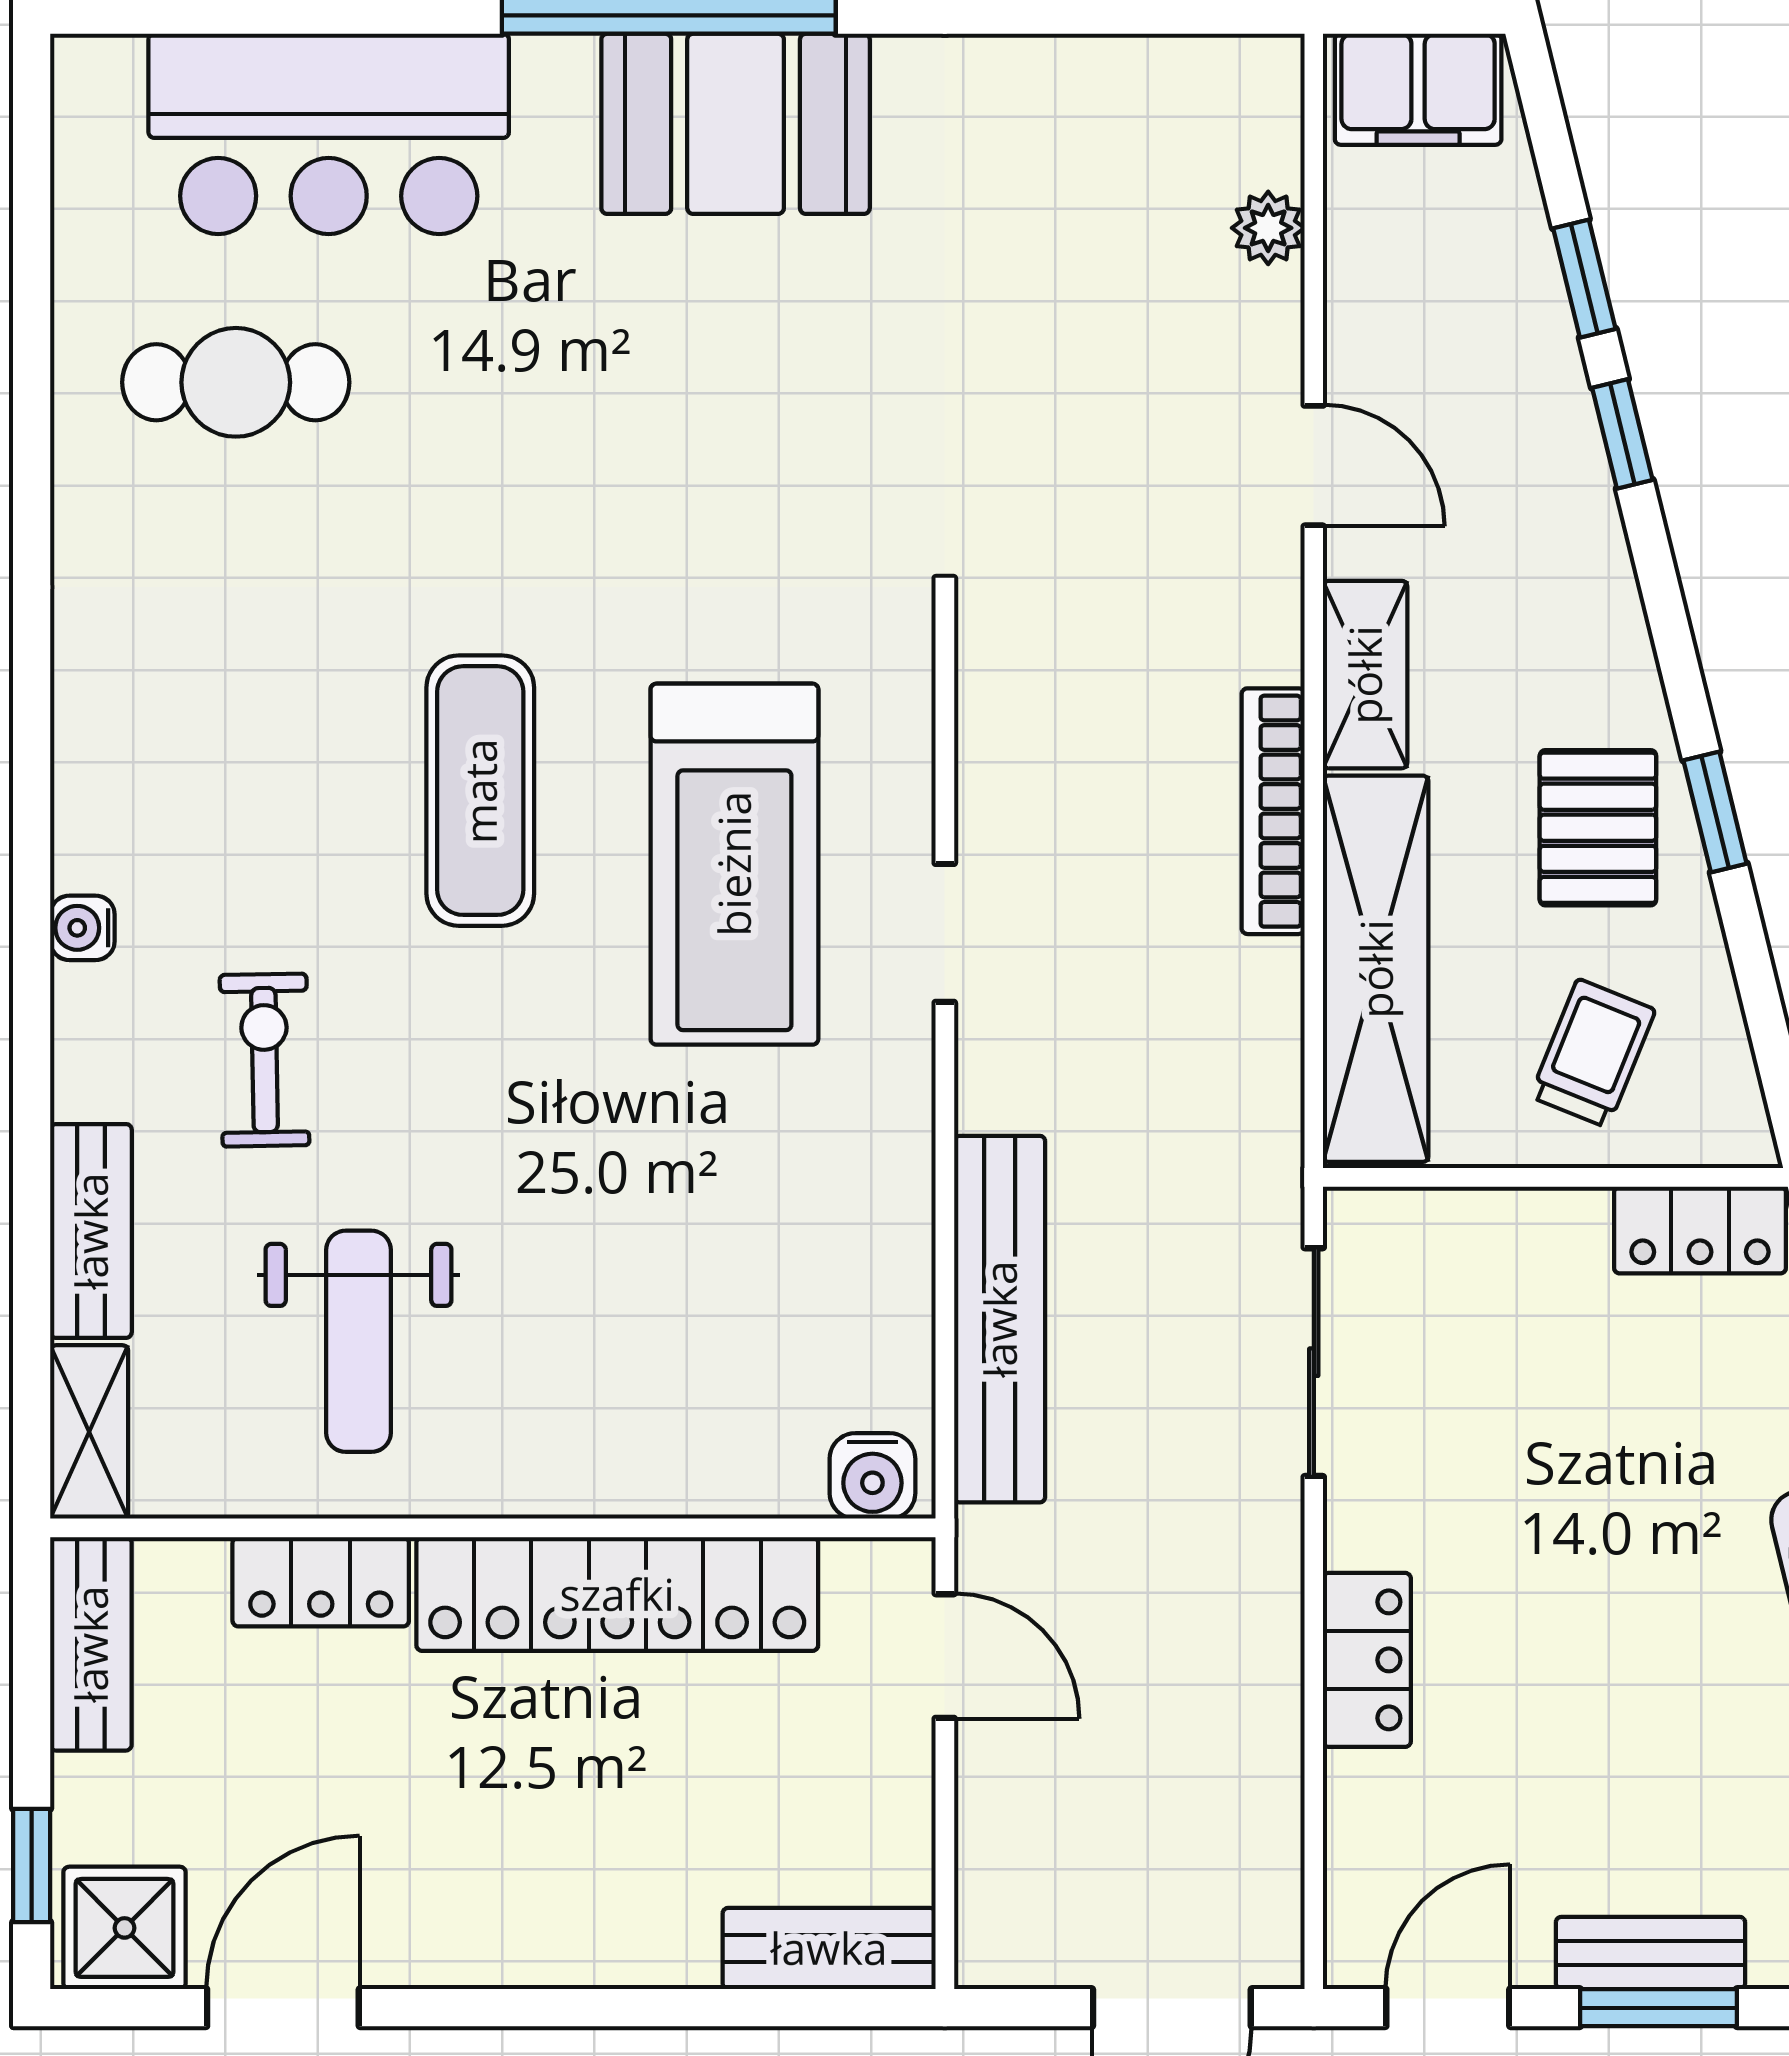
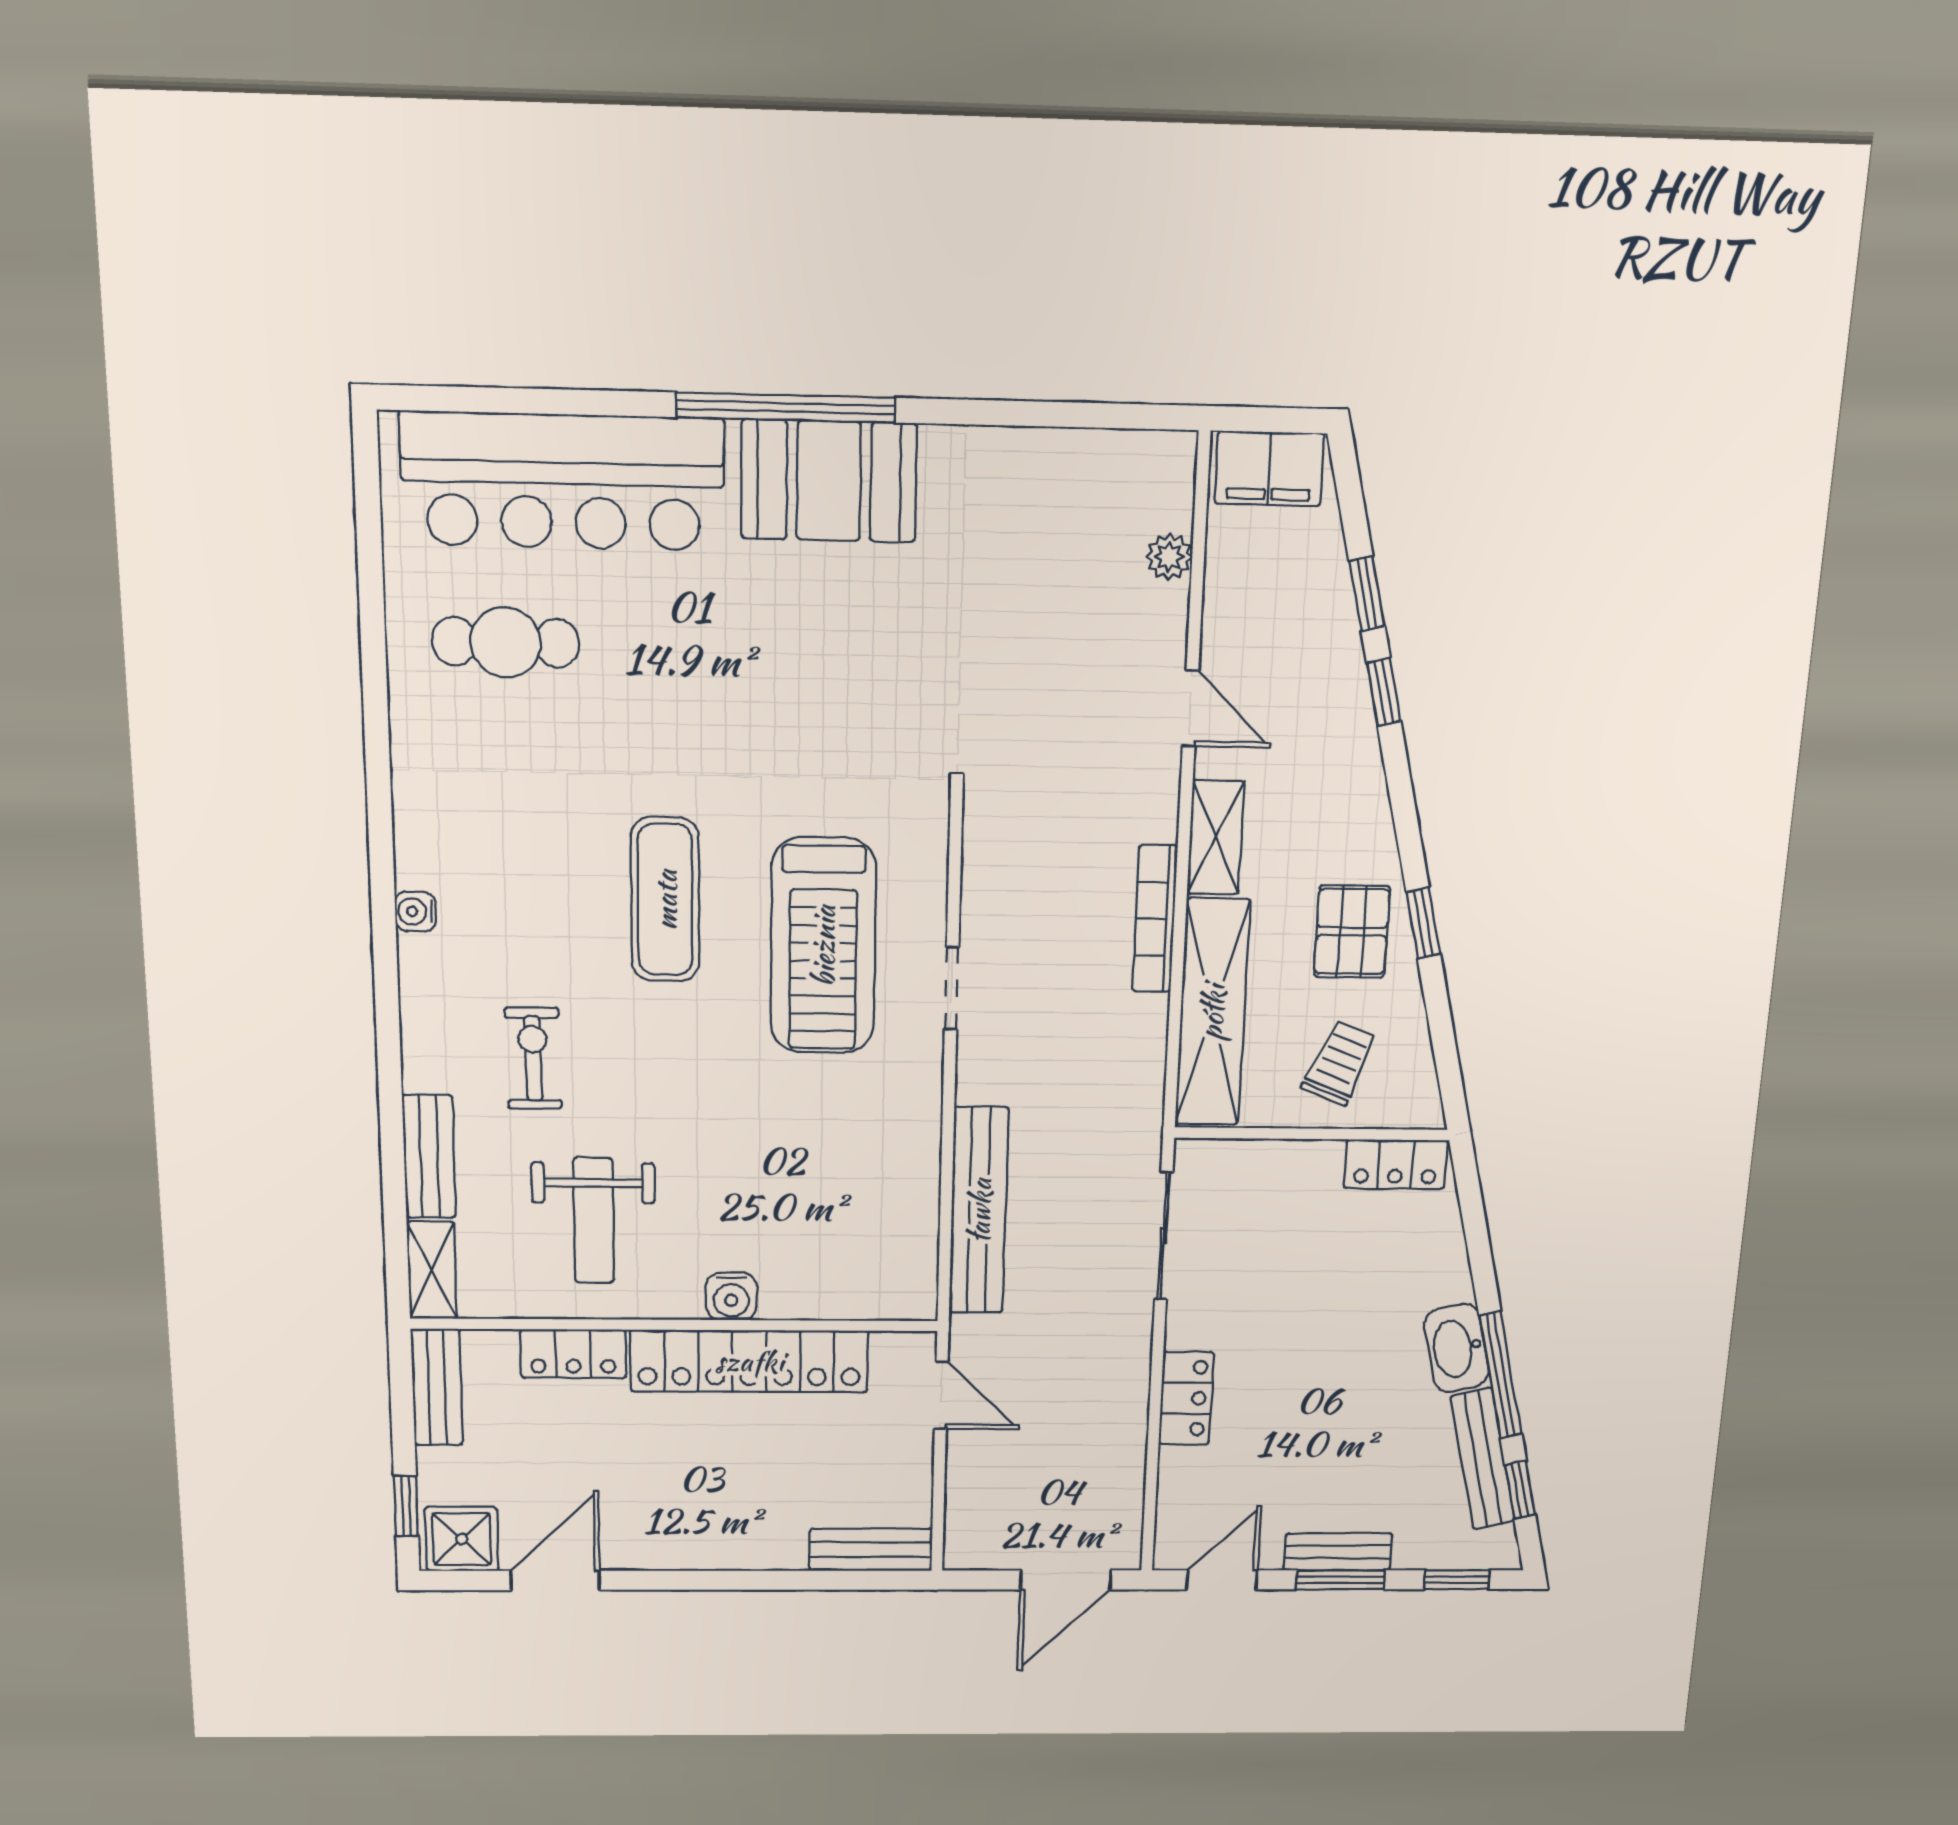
bar counter: (329, 134) -> (563, 481), width x1.36
water cooler: (82, 928) -> (415, 911), moved
water cooler: (872, 1476) -> (731, 1296), moved

